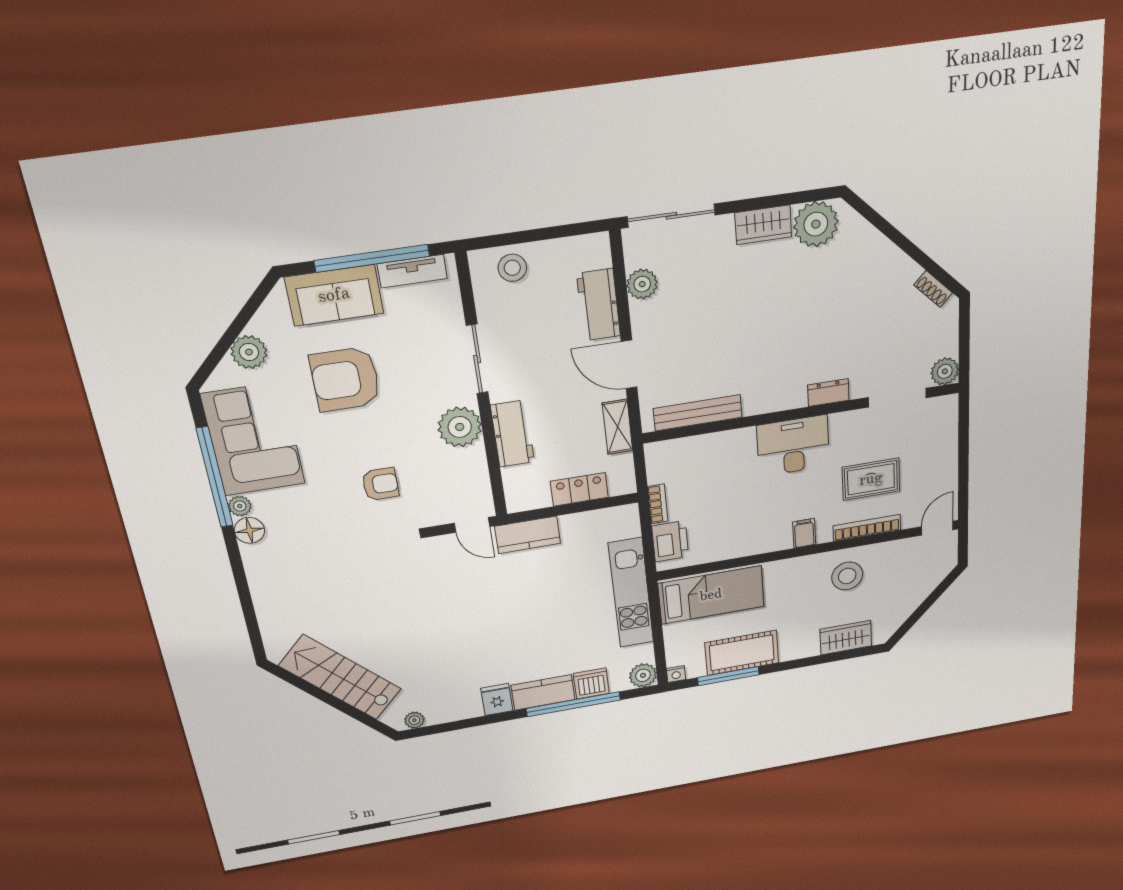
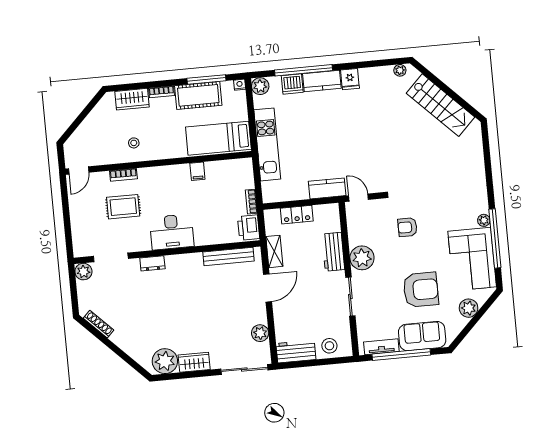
shoe rack: (933, 289) -> (99, 324), width x1.43
workbench: (599, 305) -> (296, 352), moved, turned -90
door: (629, 364) -> (268, 288), hinge flipped
bookcase: (867, 528) -> (123, 175), width x0.64
floor lamp: (249, 530) -> (481, 205), removed
filing cabinet: (804, 533) -> (197, 171), moved
printer: (670, 541) -> (249, 227), moved
stool: (847, 576) -> (134, 143), width x0.53, depth x0.53
bookcase: (799, 652) -> (161, 92), added

